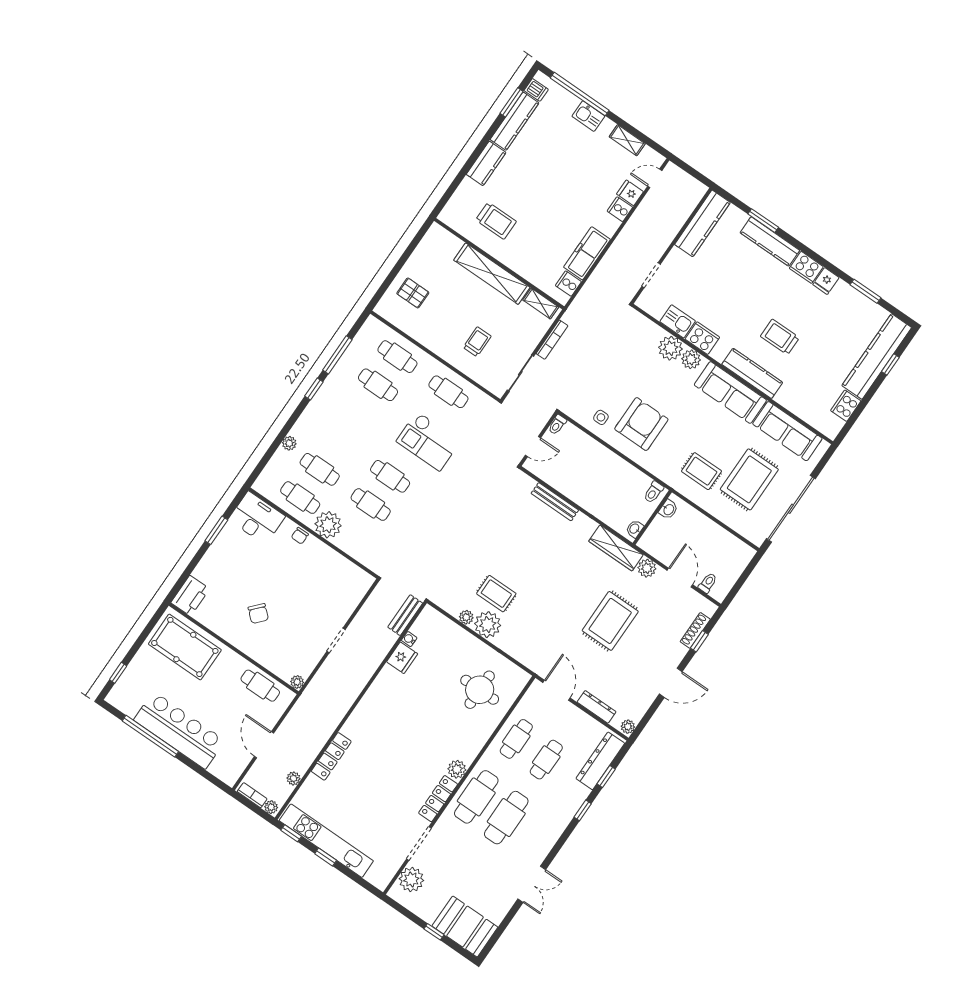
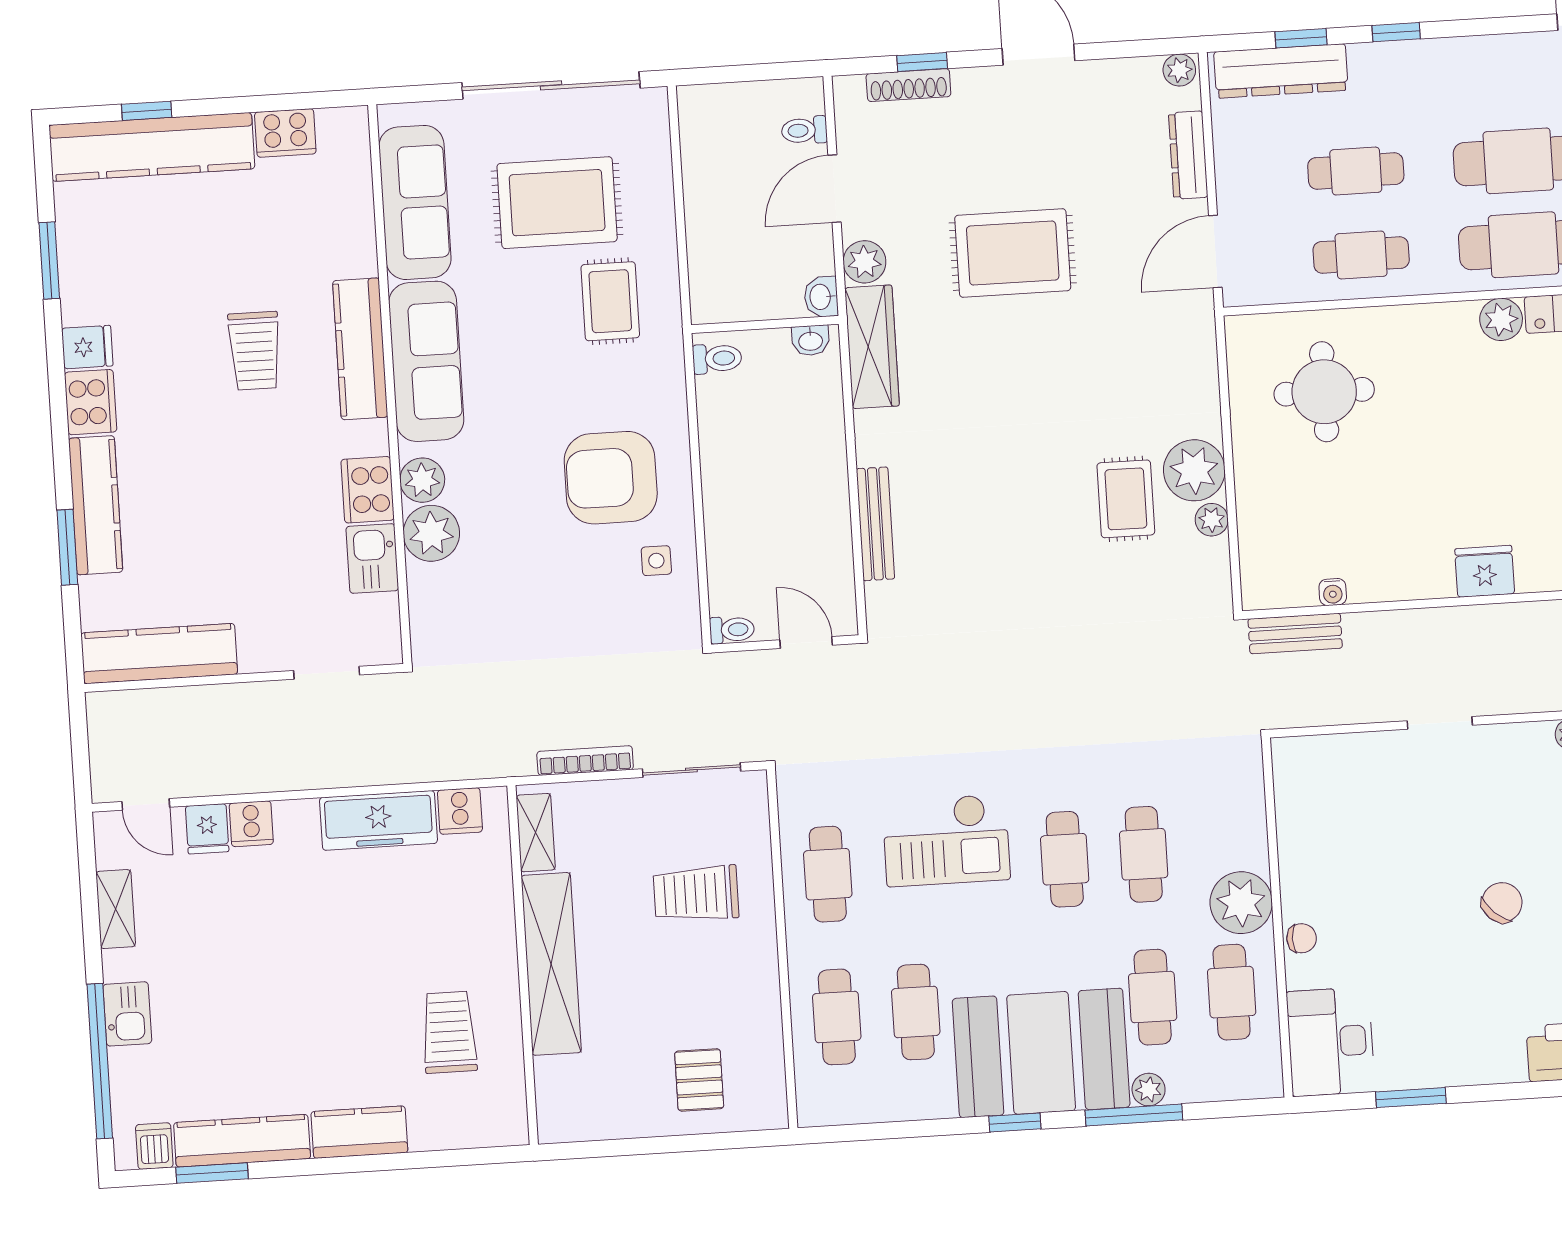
trolley: (477, 342) -> (696, 894), width x1.36, depth x1.39
window: (337, 355) -> (1134, 1115), moved
booth: (331, 417) -> (1041, 1053), added
checkout: (428, 441) -> (946, 840), turned 90
washbasin: (668, 509) -> (821, 297), moved, turned -90
fridge: (402, 658) -> (1485, 571), moved

